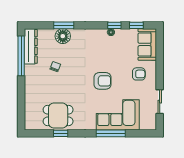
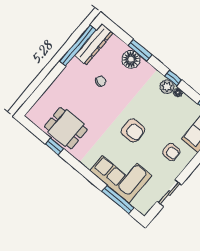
window: (114, 25) -> (173, 78), moved
plant: (101, 34) -> (167, 87), added
window: (111, 133) -> (118, 199), moved

